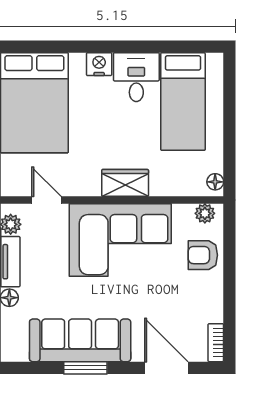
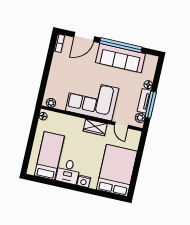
wardrobe: (125, 183) -> (95, 127), moved
armchair: (203, 255) -> (56, 84), removed
window: (85, 368) -> (121, 45), width x2.11
door: (166, 368) -> (84, 37), hinge flipped

